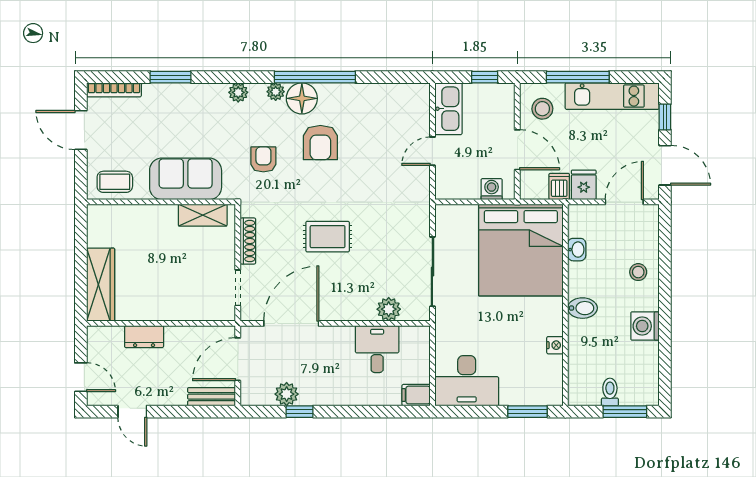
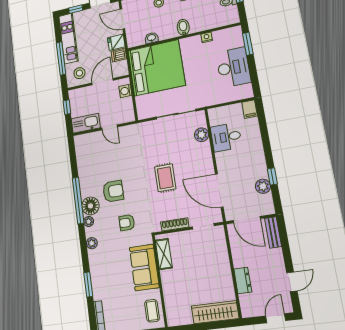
desk: (467, 381) -> (233, 67), moved

